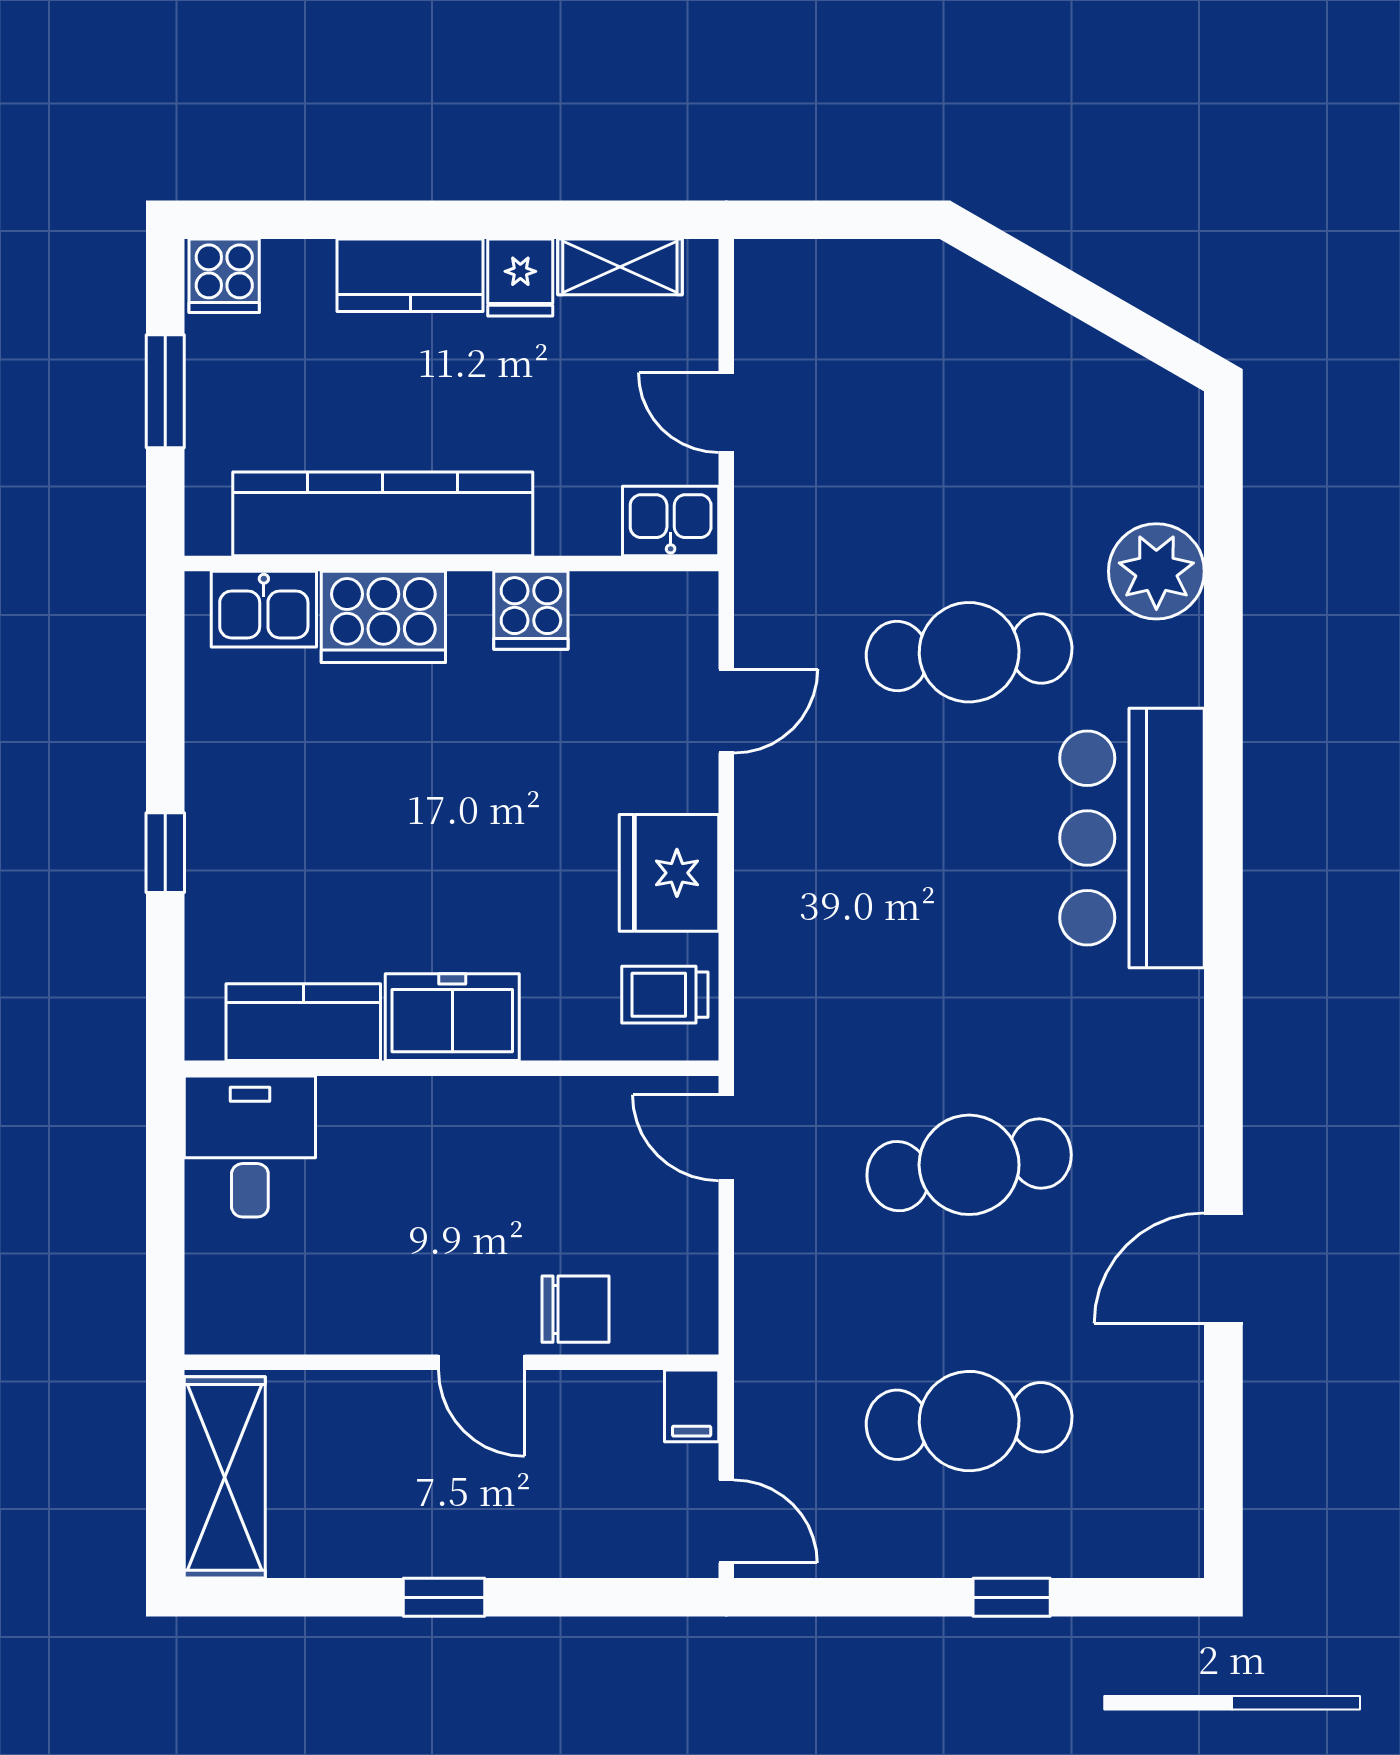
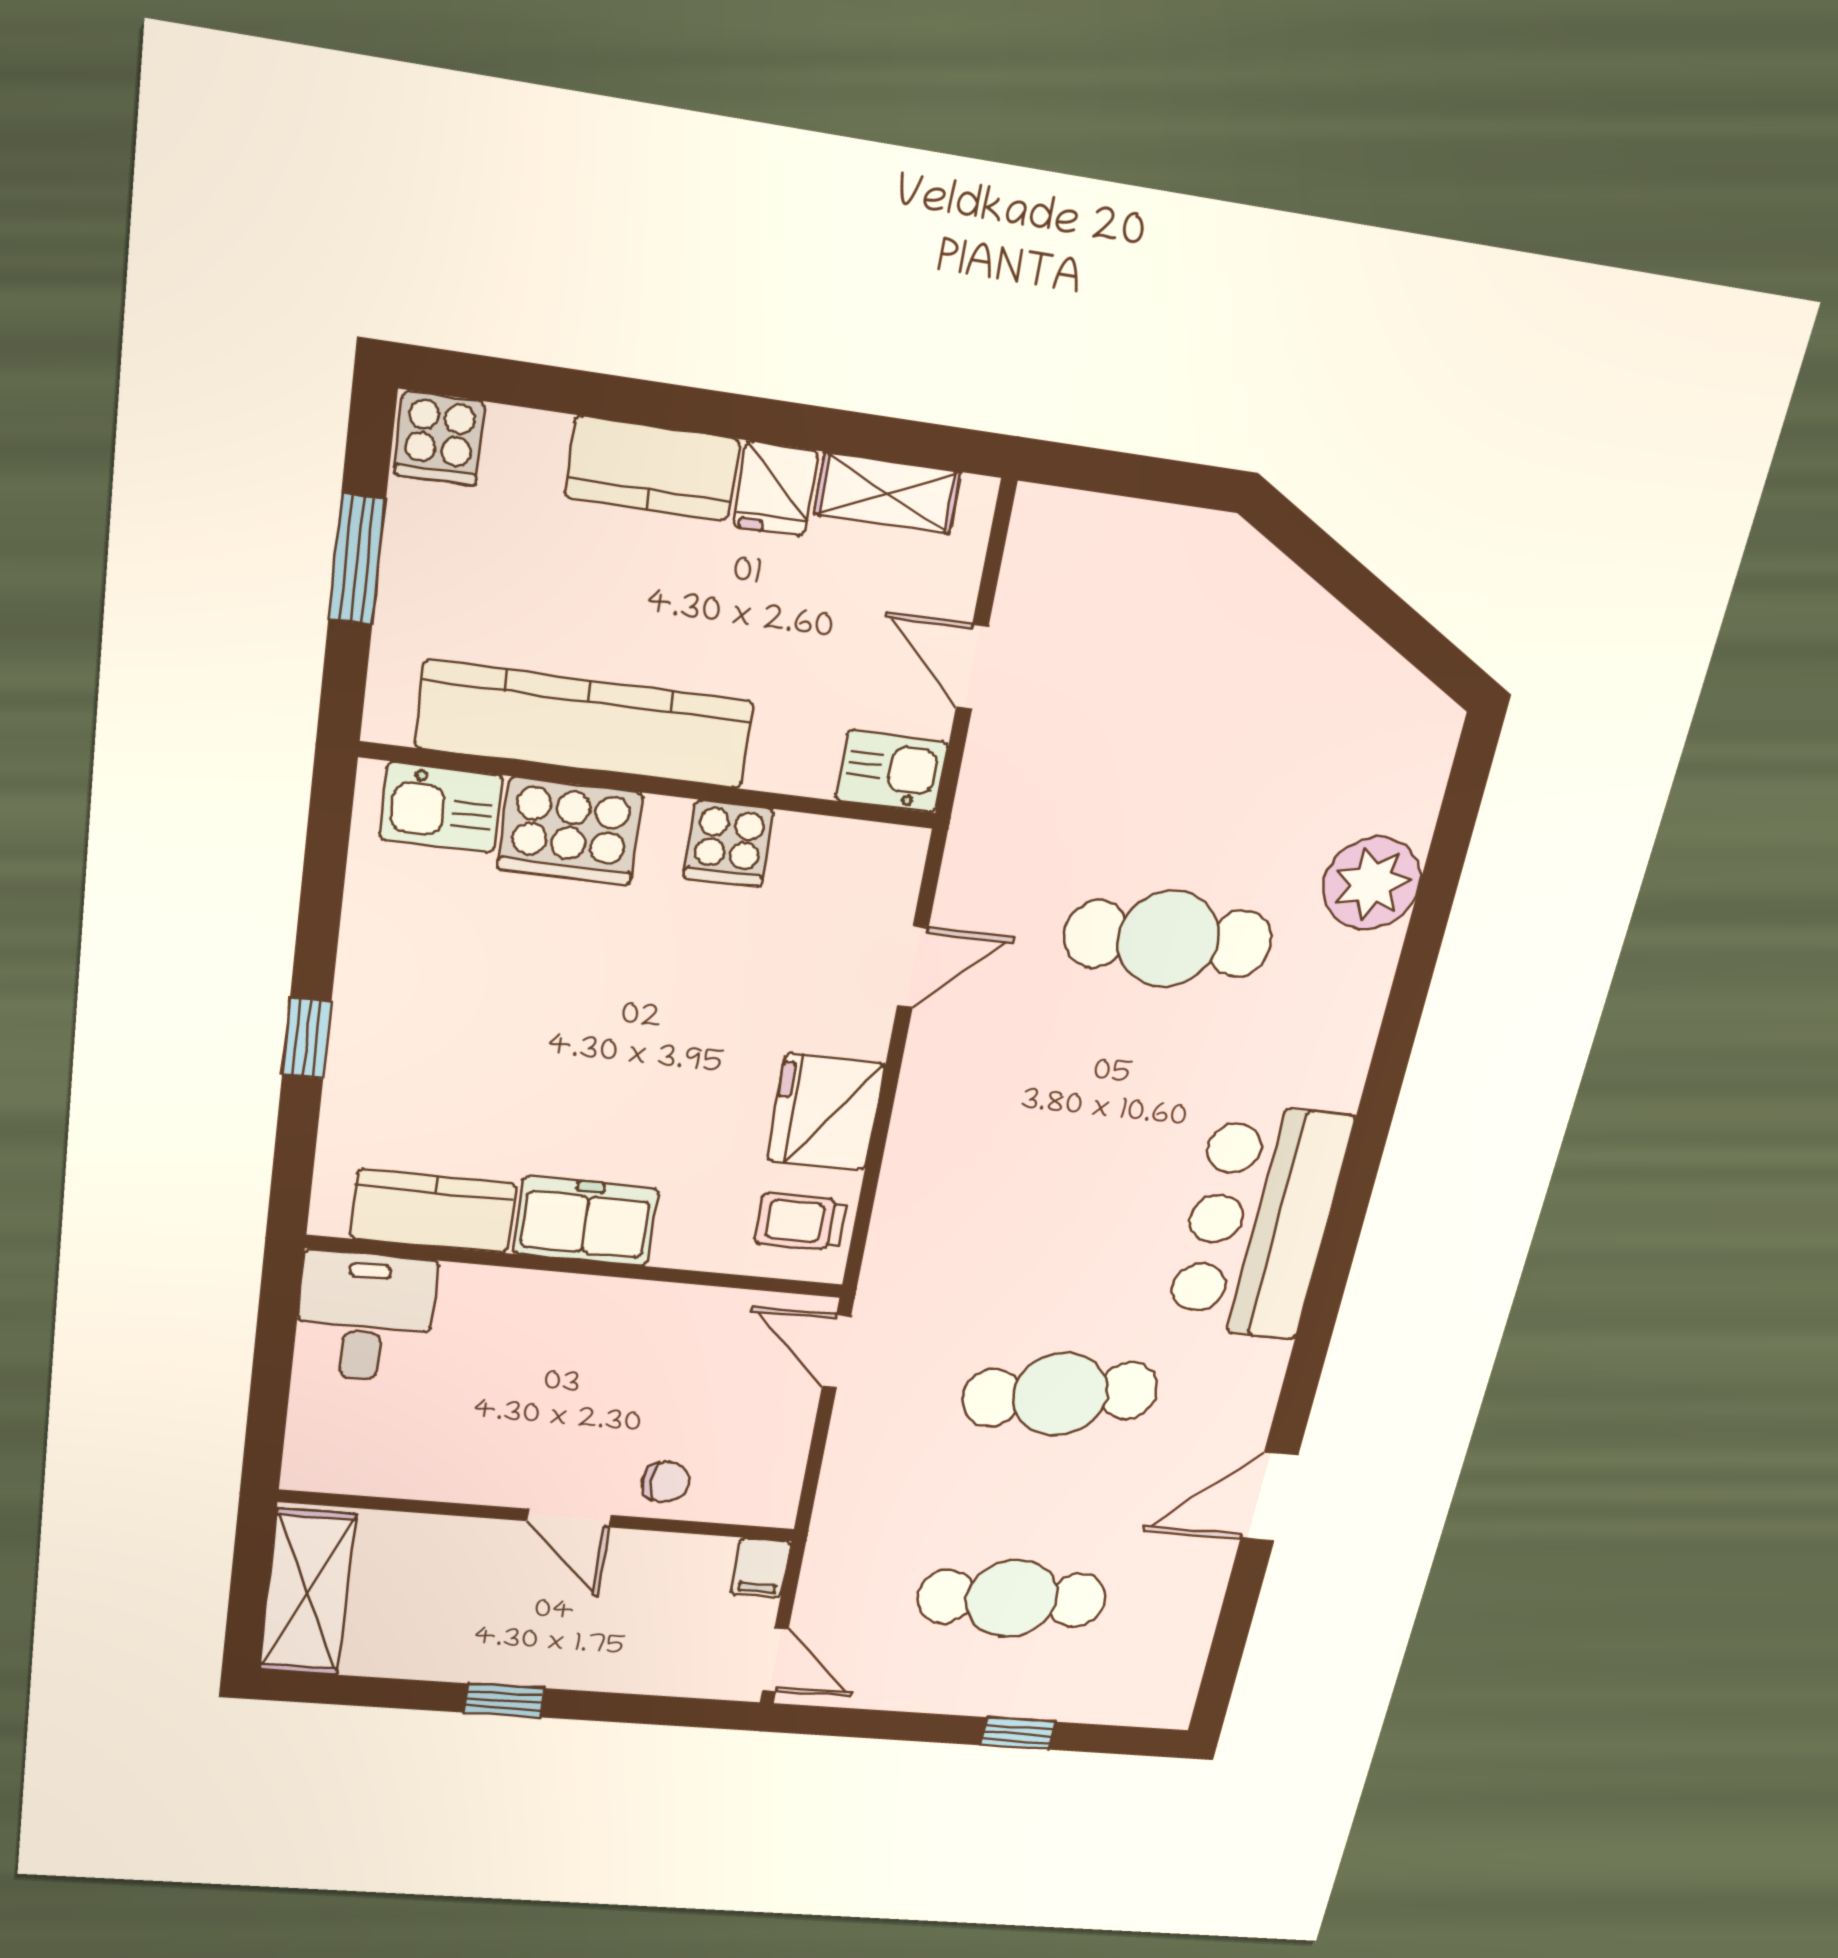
bar counter: (1132, 838) -> (1258, 1223), moved
chair: (575, 1309) -> (666, 1482), width x0.73, depth x0.73

